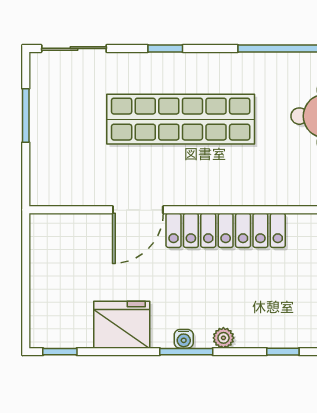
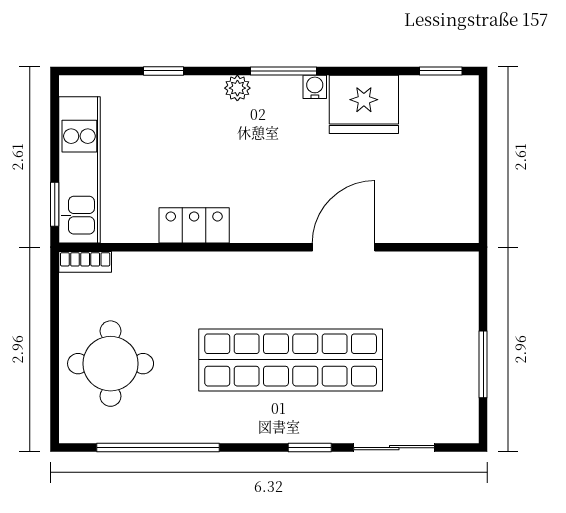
sliding door: (74, 48) -> (394, 448), moved
locker: (226, 230) -> (194, 225), width x0.46, depth x0.83
water cooler: (184, 339) -> (315, 87), moved

